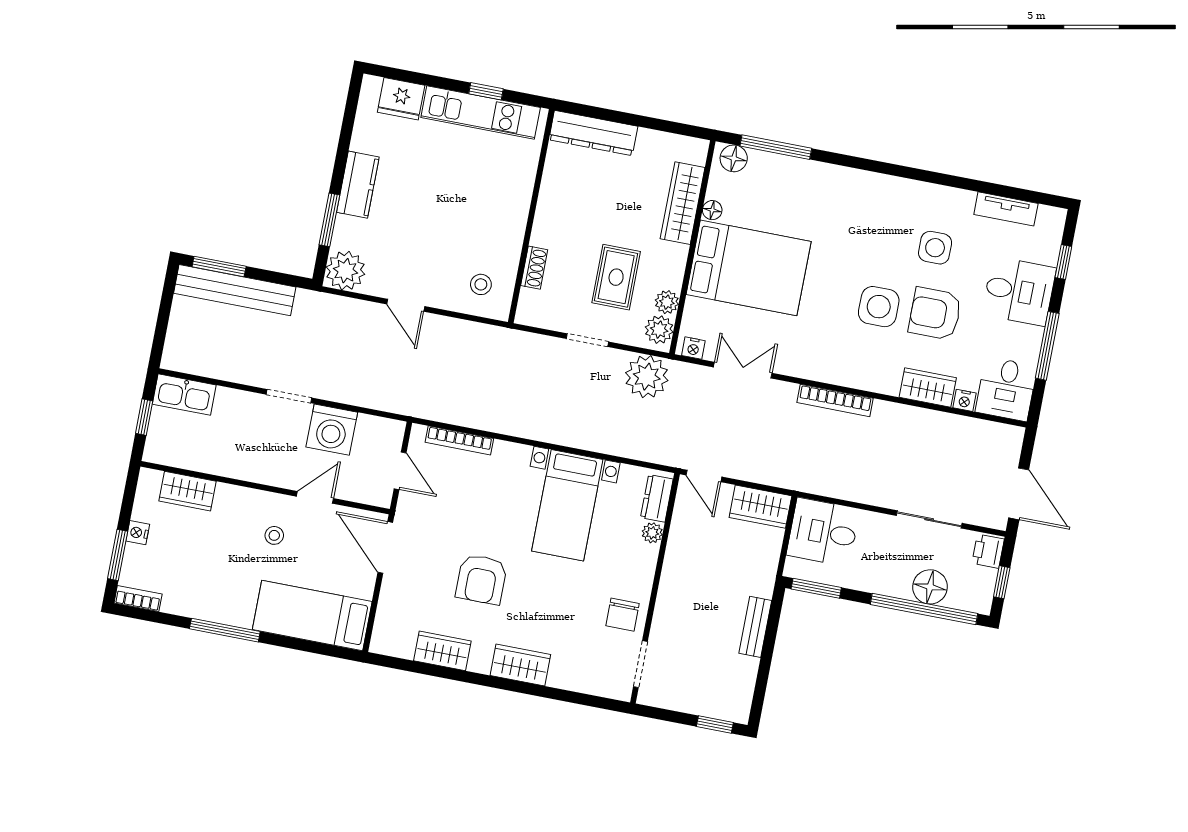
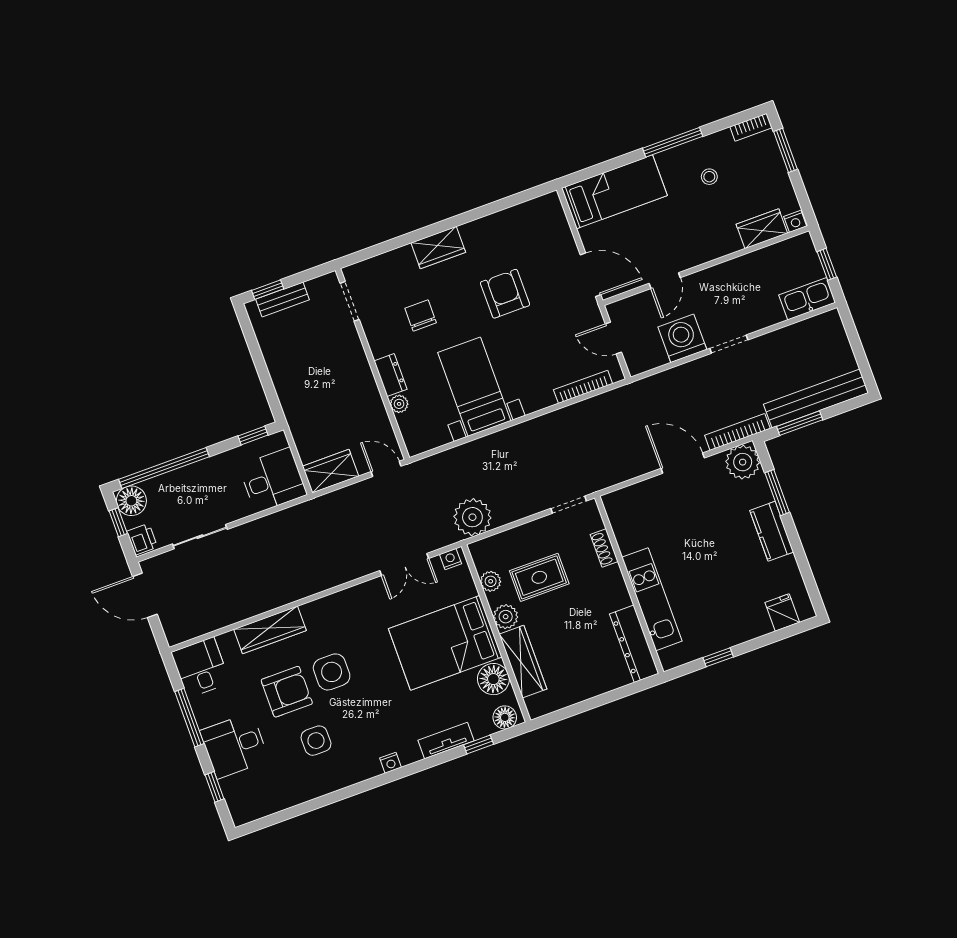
fridge: (401, 99) -> (782, 612), width x0.72
kitchen unit: (481, 112) -> (652, 599), moved, turned 90
dresser: (593, 133) -> (634, 644), moved, turned -90
window: (776, 147) -> (479, 744), width x0.46
tv unit: (1006, 209) -> (446, 741), moved
floor lamp: (712, 210) -> (493, 679), width x1.89, depth x1.89
window: (219, 266) -> (800, 423), moved
rug: (616, 277) -> (539, 577), turned 90
stool: (481, 284) -> (636, 512), removed
door: (406, 305) -> (683, 463), width x1.38
plant: (659, 330) -> (506, 617), moved
doorway: (587, 340) -> (569, 505), moved
wardrobe: (928, 387) -> (270, 630), width x1.50
bookcase: (835, 400) -> (737, 432), moved
nightstand: (965, 400) -> (390, 763), moved, turned 180
dresser: (657, 498) -> (390, 375), moved
nightstand: (138, 533) -> (795, 221), moved, turned 90
stool: (274, 535) -> (709, 177), moved
floor lamp: (930, 587) -> (131, 501), moved
window: (816, 588) -> (253, 436), width x0.67
chair: (622, 615) -> (421, 316), moved
bench: (755, 627) -> (282, 300), moved, turned 90
wardrobe: (442, 651) -> (502, 223), removed

